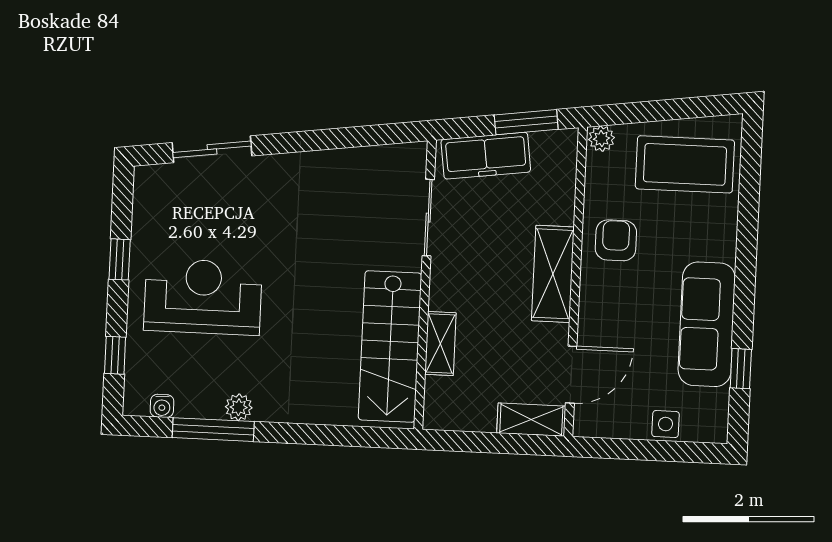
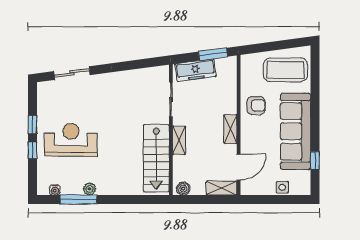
plant: (602, 139) -> (247, 60), removed
armchair: (616, 240) -> (256, 106), turned 90
shelving: (553, 274) -> (230, 129), width x0.67, depth x0.75
sofa: (707, 324) -> (296, 131), width x1.36, depth x1.27
shelving: (440, 344) -> (179, 140), moved
window: (115, 355) -> (33, 150), moved
boiler: (447, 416) -> (183, 188), added

